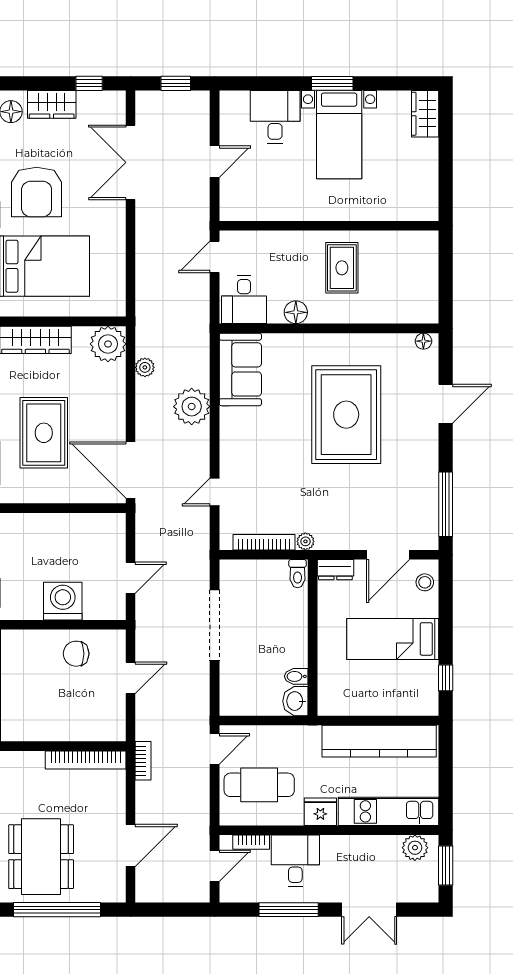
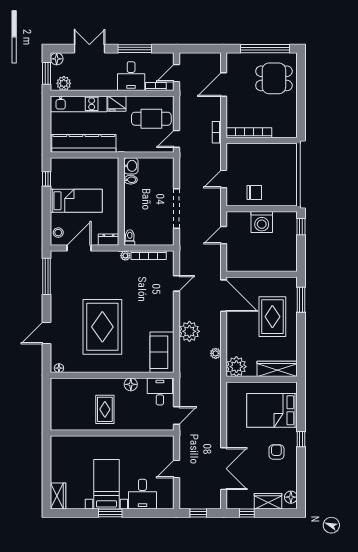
armchair: (37, 192) -> (276, 452), width x0.53, depth x0.53
dining table: (41, 857) -> (274, 78), width x0.73
floor lamp: (428, 891) -> (57, 59), added

